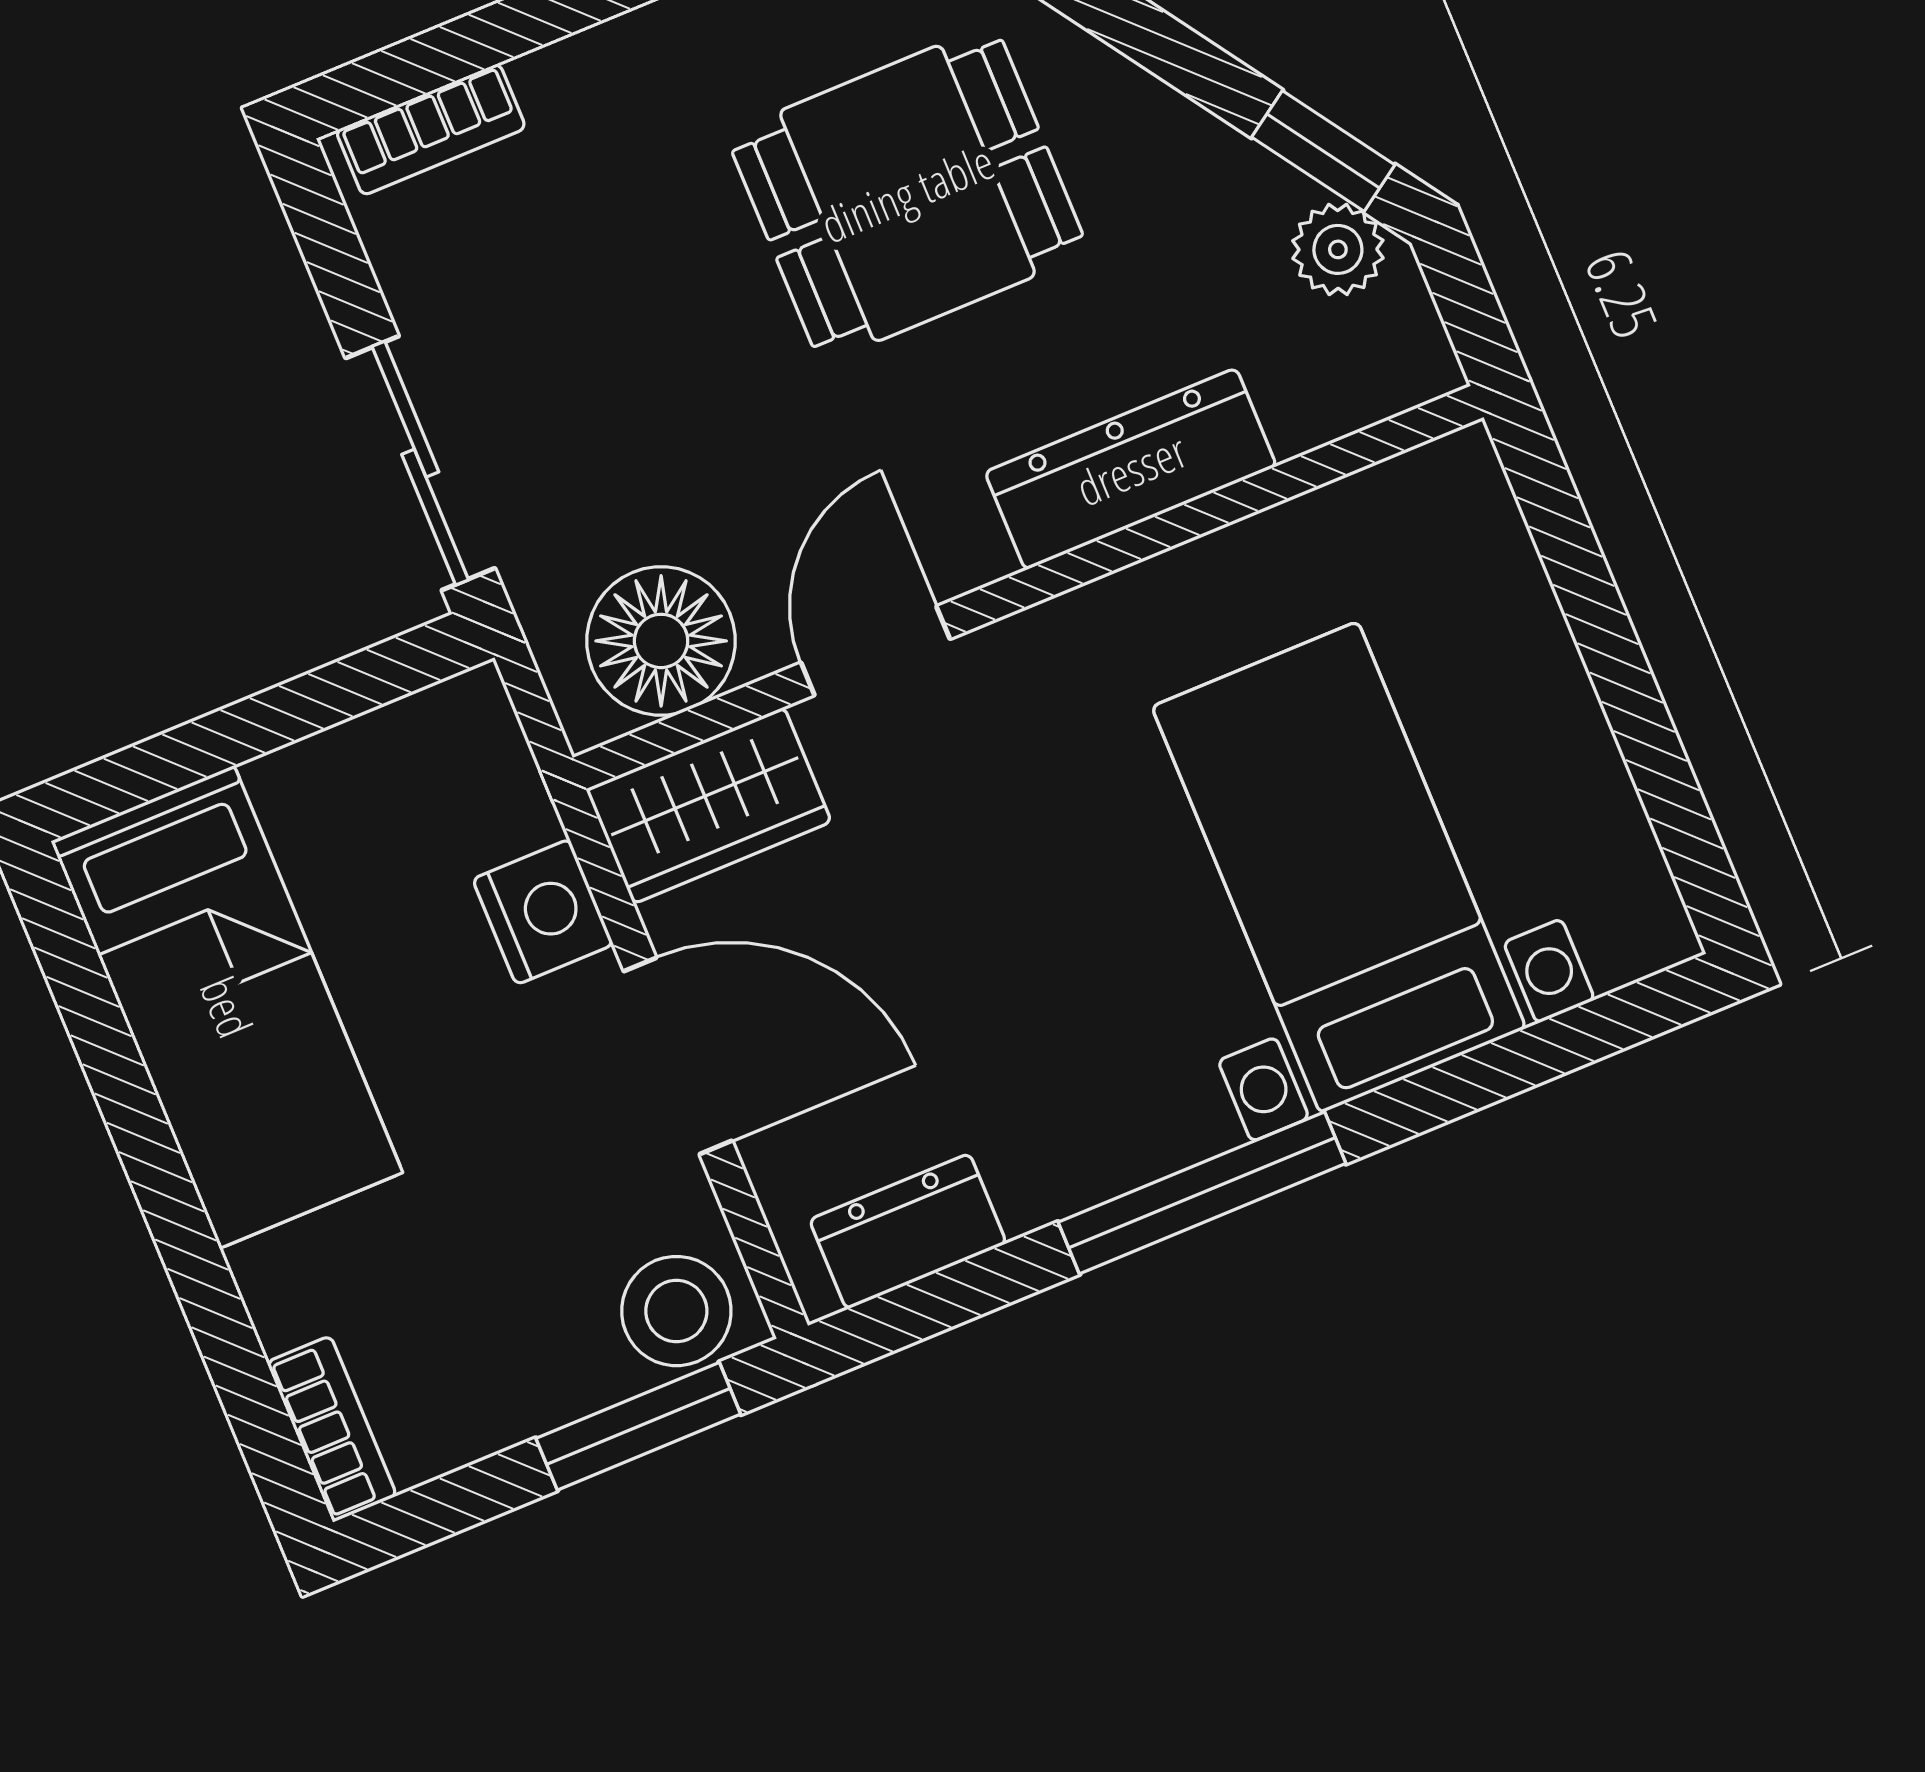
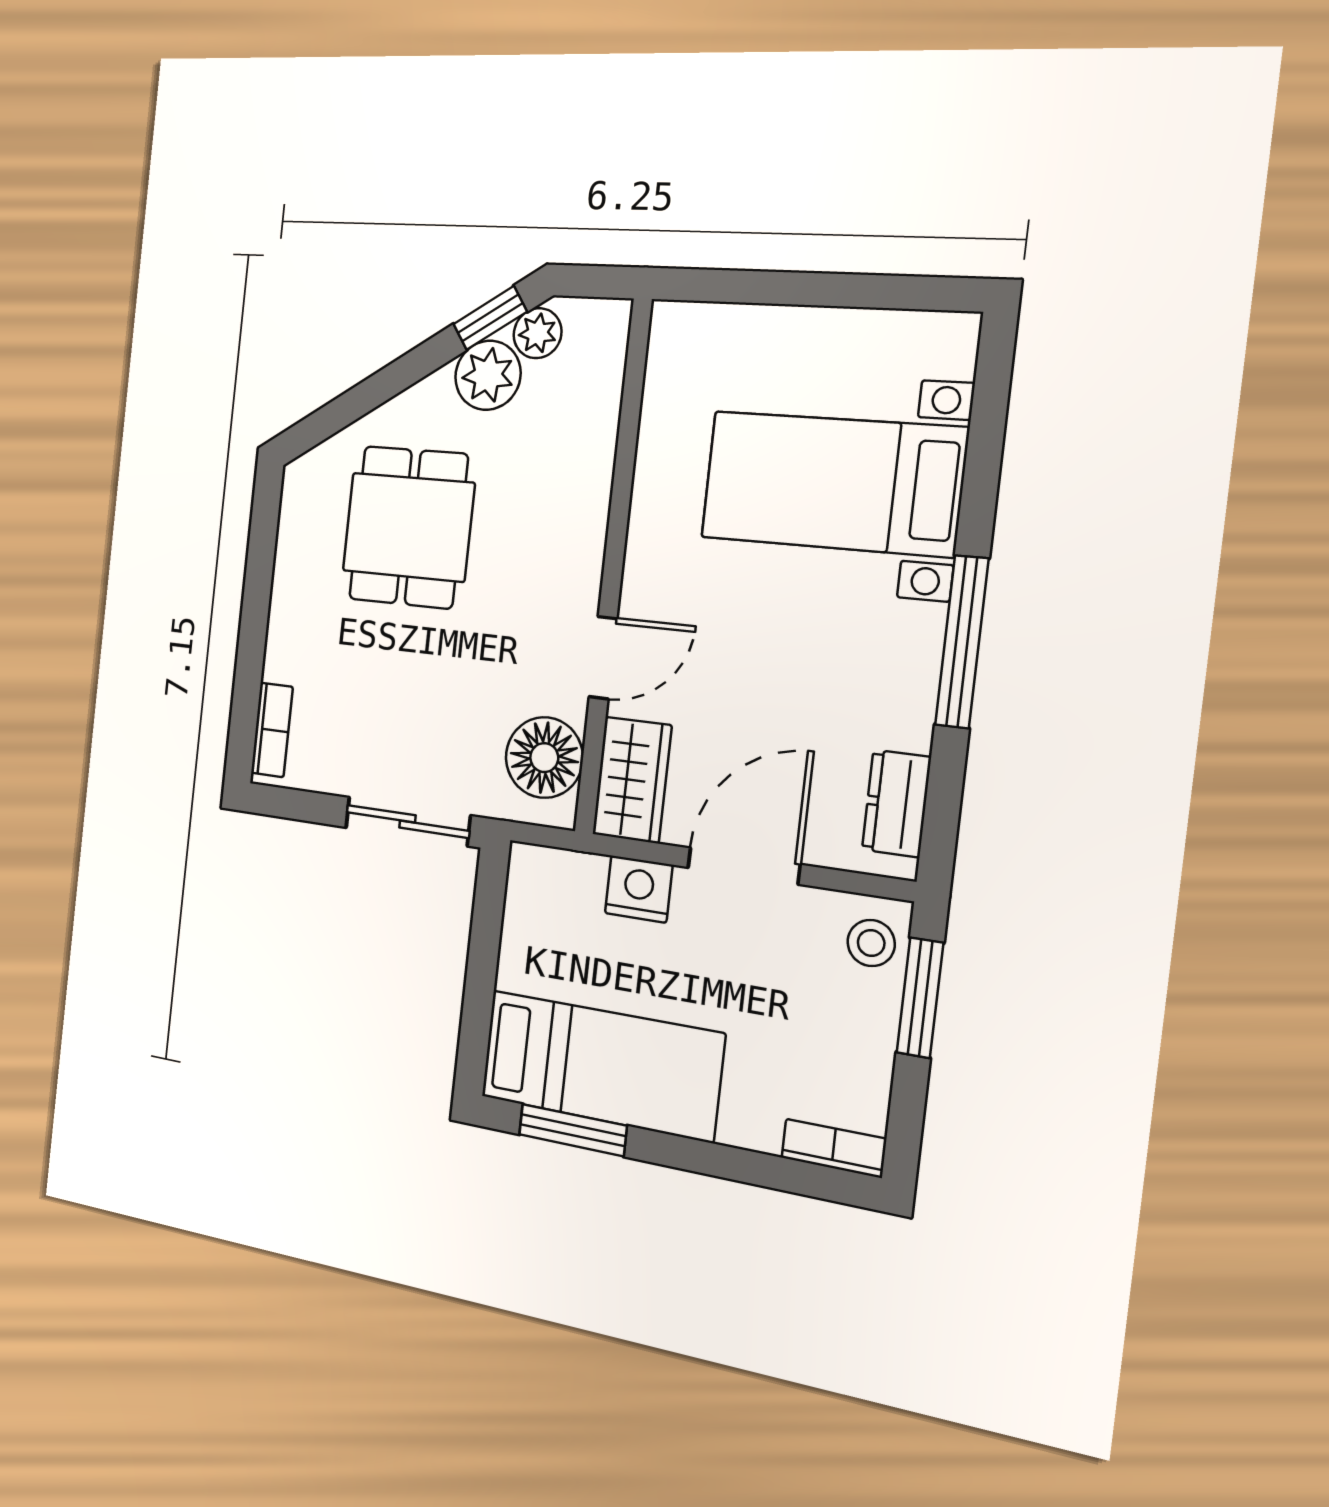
plant: (1228, 199) -> (488, 375), added
dresser: (1131, 469) -> (585, 487), removed
door: (875, 651) -> (603, 658), swing flipped
window: (94, 1019) -> (573, 1130), added
stool: (676, 1311) -> (871, 943), width x0.73, depth x0.73

